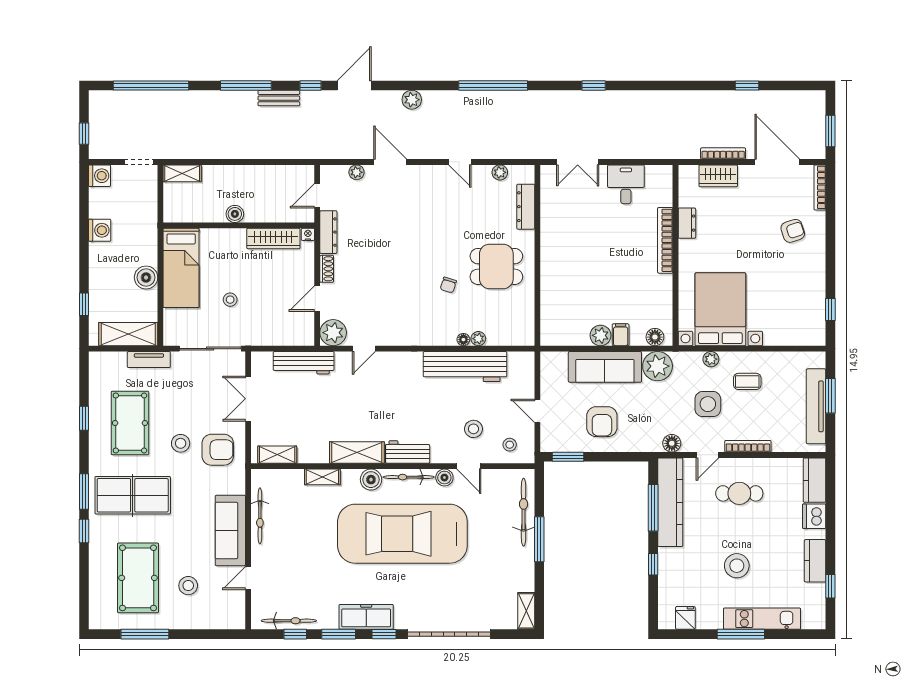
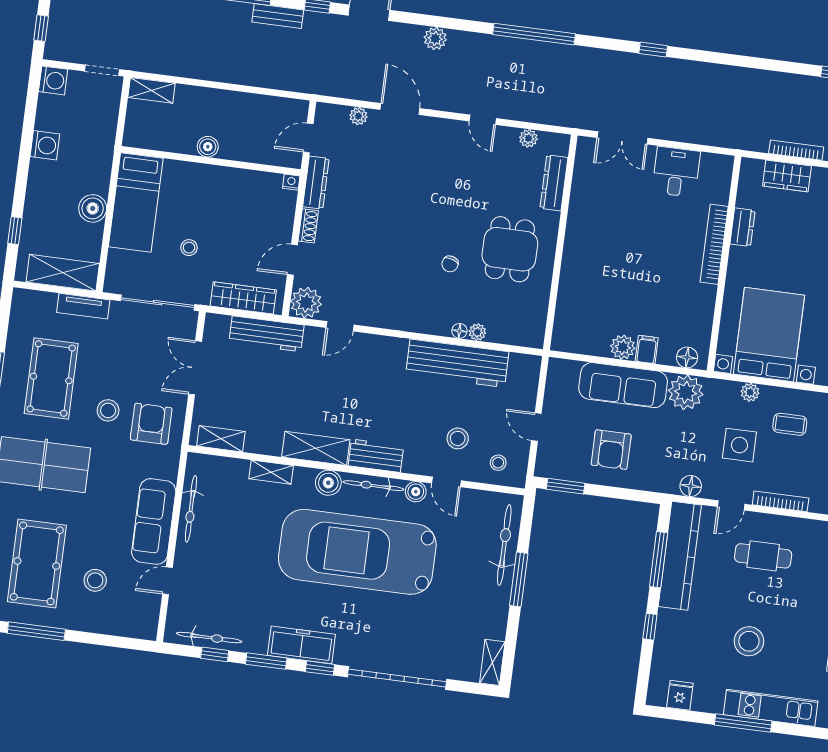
wardrobe: (273, 238) -> (243, 298), moved, turned 180
dining table: (496, 266) -> (510, 249), turned 90
armchair: (218, 450) -> (151, 424), turned -90

